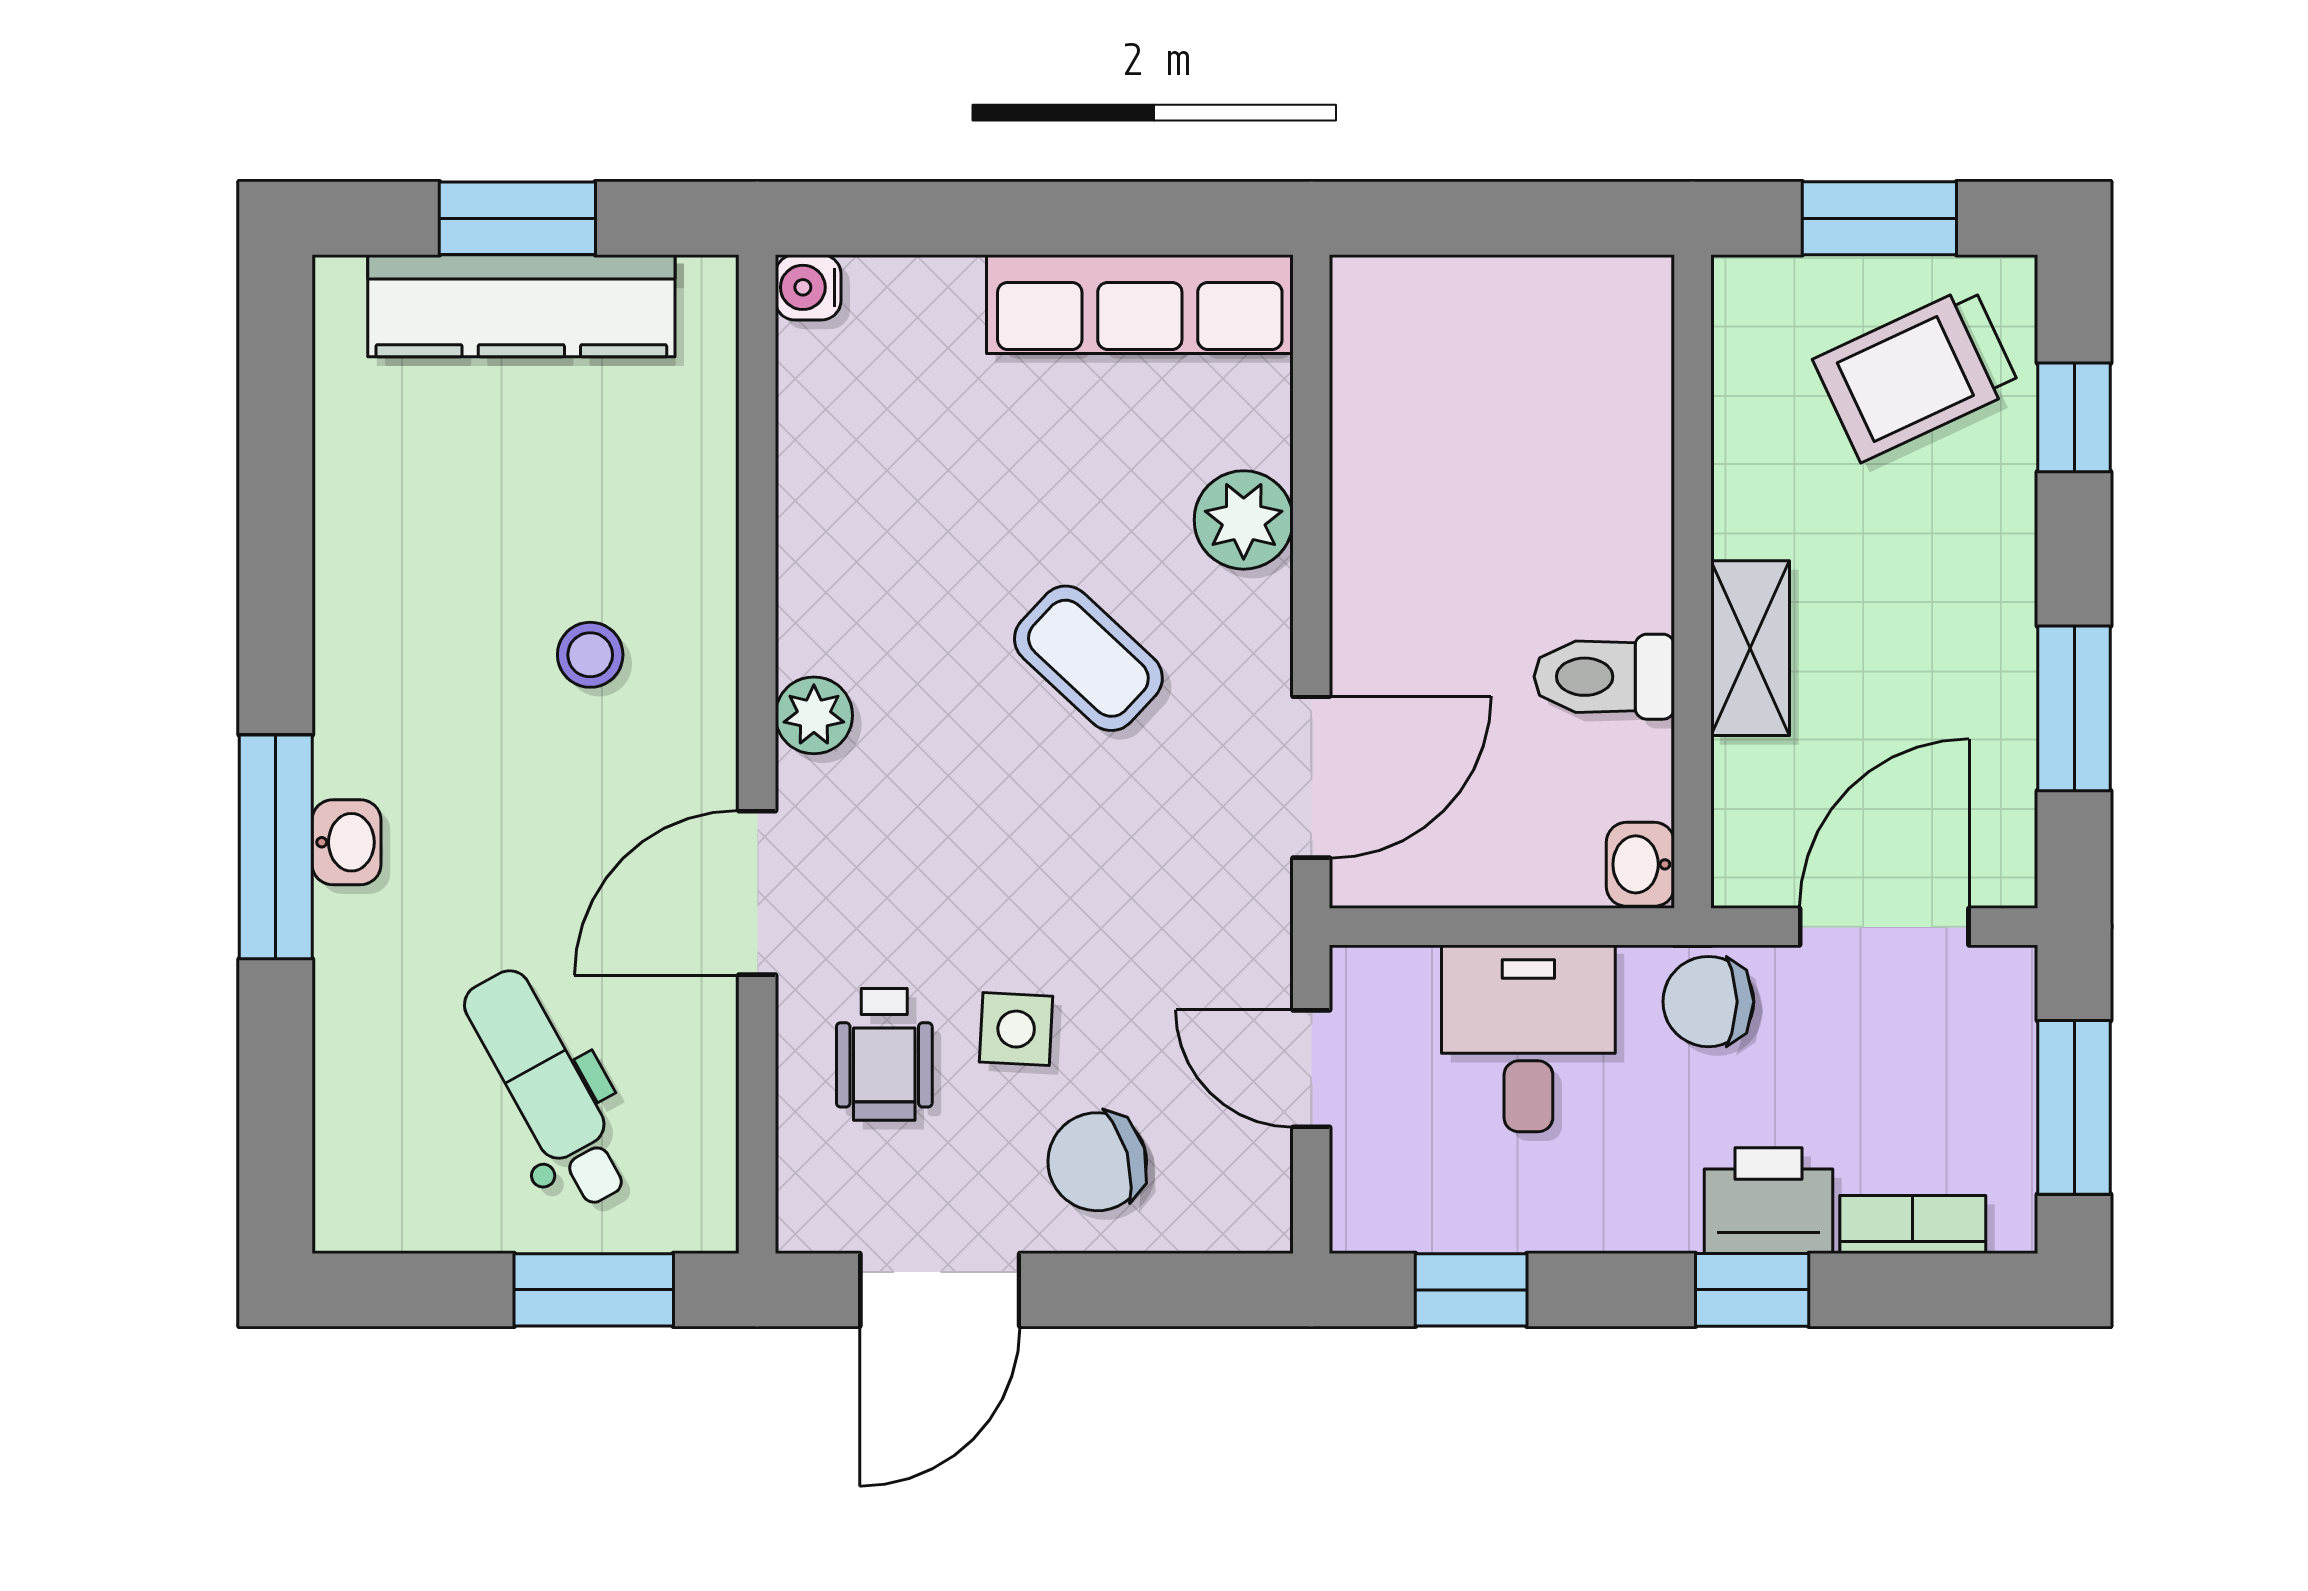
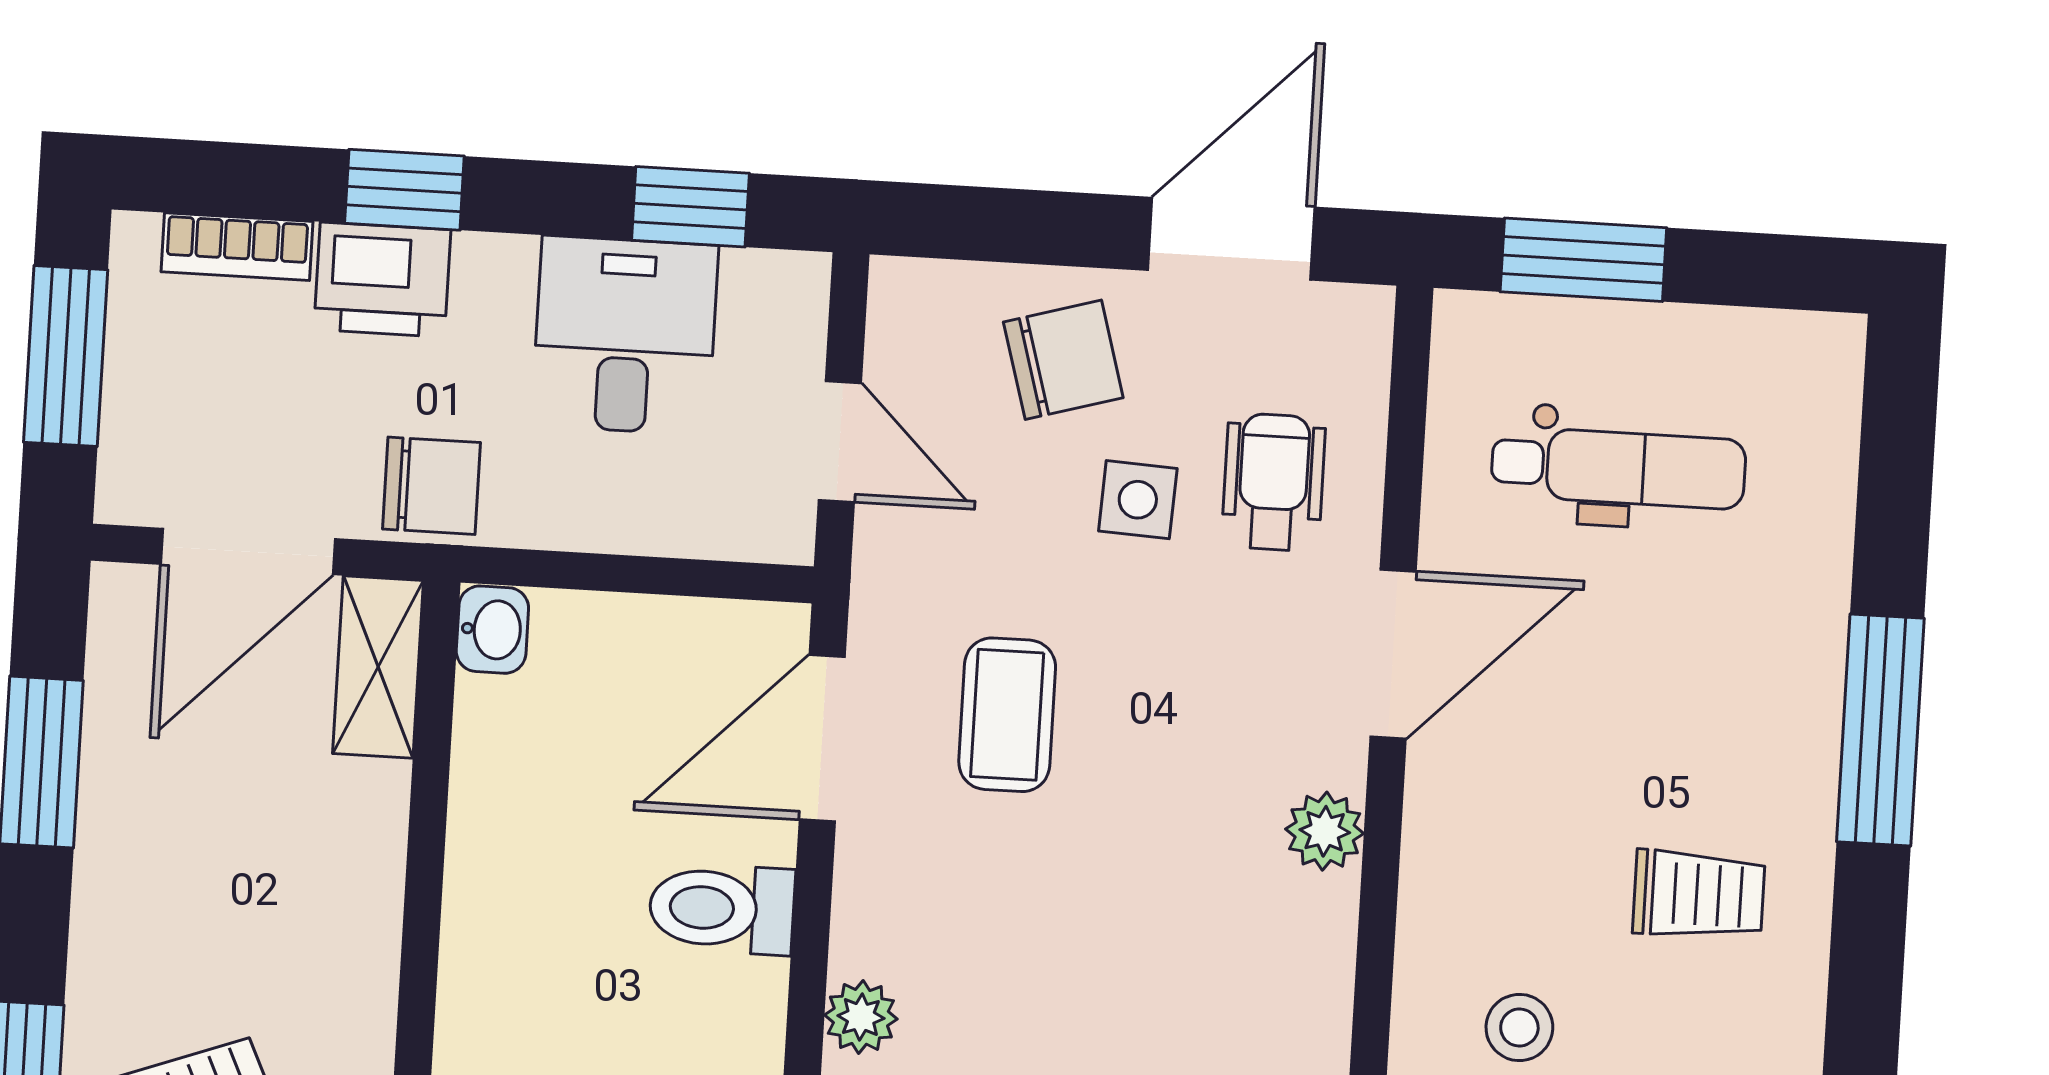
plant: (1244, 520) -> (861, 1017), width x0.73, depth x0.73
shelving: (1750, 648) -> (378, 667), moved
stool: (590, 655) -> (1519, 1028), moved
coffee table: (1088, 658) -> (1007, 715), moved, turned 47
trolley: (444, 675) -> (1699, 895), added
toilet: (1604, 677) -> (722, 909), moved, turned 180
washbasin: (347, 842) -> (1808, 730), removed
desk: (1528, 1038) -> (625, 335), moved, turned 180
dental chair: (547, 1088) -> (1618, 468), turned -61

